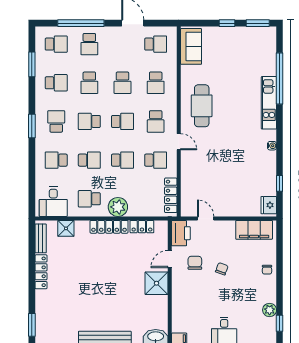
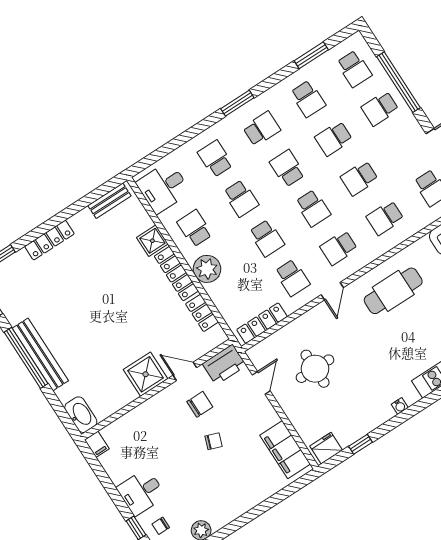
round table: (218, 181) -> (315, 369), added
shower: (66, 228) -> (152, 241), moved
chair: (267, 270) -> (161, 526), moved
locker: (41, 272) -> (49, 240), moved

